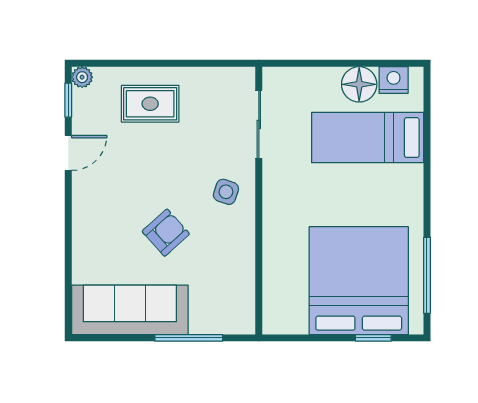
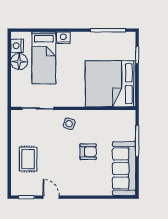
plant: (82, 77) -> (16, 191), removed
nightstand: (410, 179) -> (63, 38), added
armchair: (166, 233) -> (88, 152), turned 132
bed: (359, 281) -> (111, 84), moved

